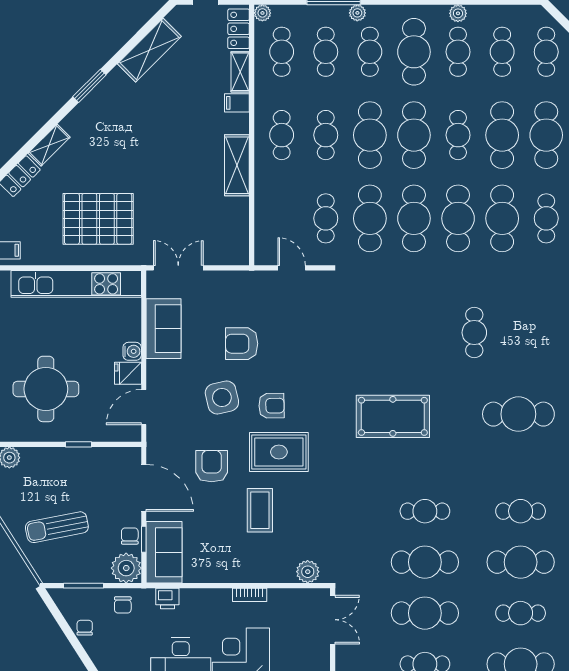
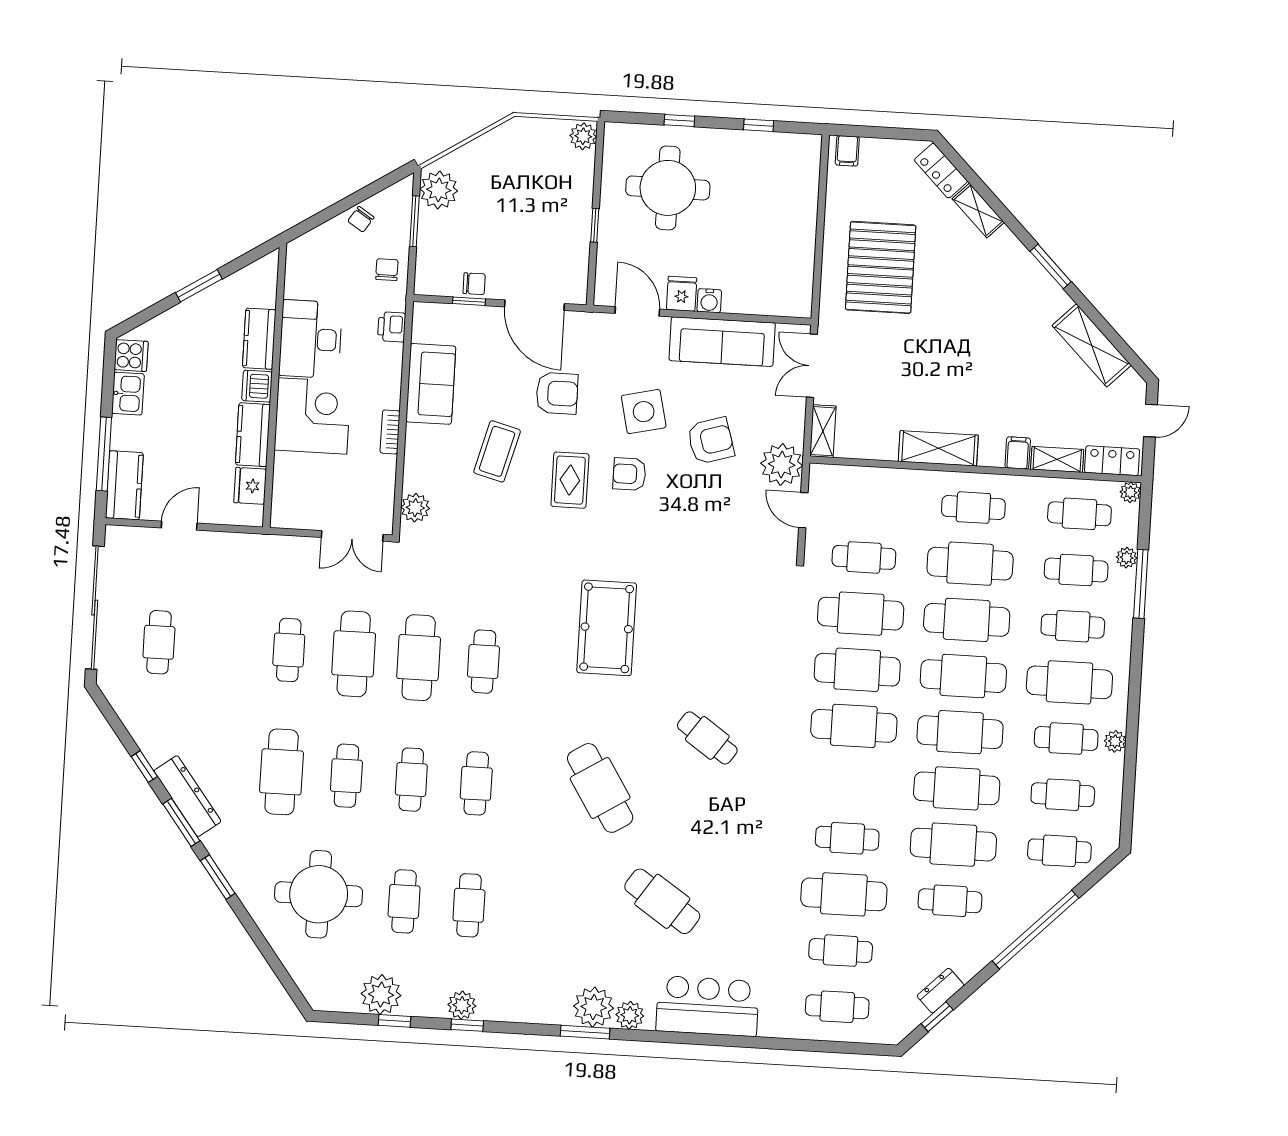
plant: (357, 13) -> (1127, 558), moved
cafe table: (326, 135) -> (970, 564), width x1.37, depth x1.35
cafe table: (458, 135) -> (960, 732), width x1.37, depth x1.35
cafe table: (502, 218) -> (851, 782), removed
shelving: (229, 256) -> (823, 431), added
double door: (178, 268) -> (812, 366), swing flipped
door: (292, 268) -> (803, 510), swing flipped
kitchen unit: (76, 284) -> (799, 234), removed
plant: (257, 287) -> (782, 464), added
sofa: (164, 329) -> (722, 342), width x1.36
cafe table: (474, 333) -> (707, 738), turned 35
armchair: (242, 344) -> (711, 441), turned 73
armchair: (271, 406) -> (629, 474), turned 91
cafe table: (518, 414) -> (600, 788), turned -32
rug: (279, 452) -> (570, 480), width x0.73, depth x0.70
door: (144, 488) -> (534, 305), hinge flipped
coffee table: (260, 510) -> (497, 451), turned -75
sun lounger: (57, 527) -> (491, 192), removed
sofa: (164, 552) -> (431, 384), moved, turned -90
cafe table: (521, 562) -> (411, 780), width x0.73, depth x0.74
plant: (126, 568) -> (439, 190), moved
chair: (123, 605) -> (387, 270), turned 90
chair: (85, 628) -> (361, 219), turned 123

